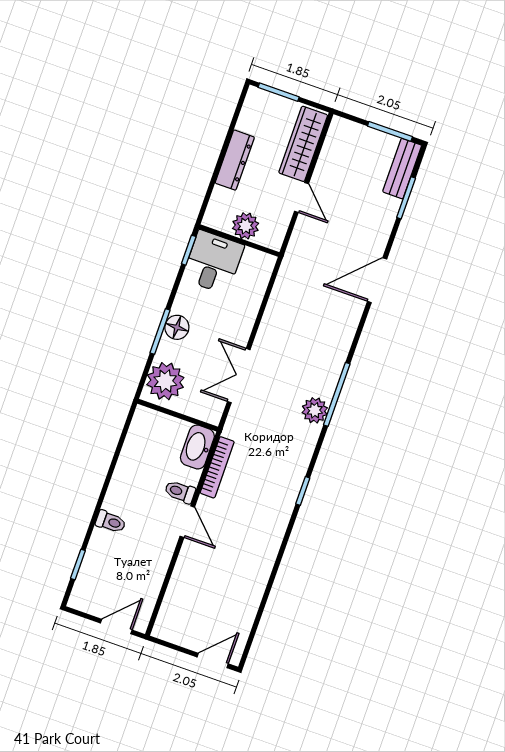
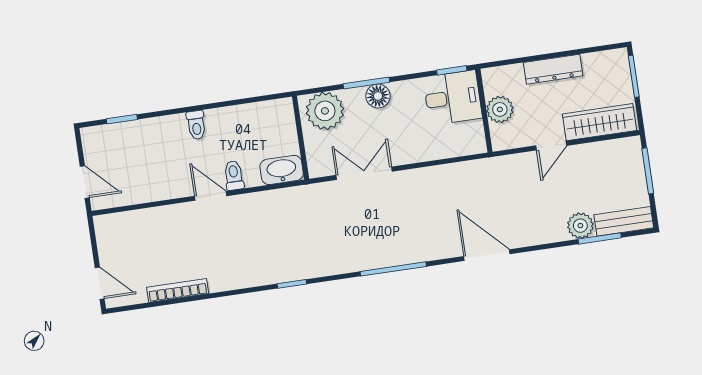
window: (390, 131) -> (648, 171), moved
door: (377, 280) -> (487, 255), moved
plant: (315, 410) -> (580, 226), moved
bookcase: (217, 467) -> (178, 290), moved, turned 180
toilet: (111, 522) -> (196, 125), moved
door: (187, 522) -> (211, 196), swing flipped

